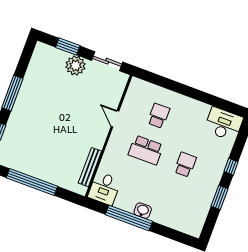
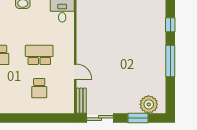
plant: (76, 66) -> (149, 104), moved
bench: (90, 167) -> (81, 101), moved, width x0.73

